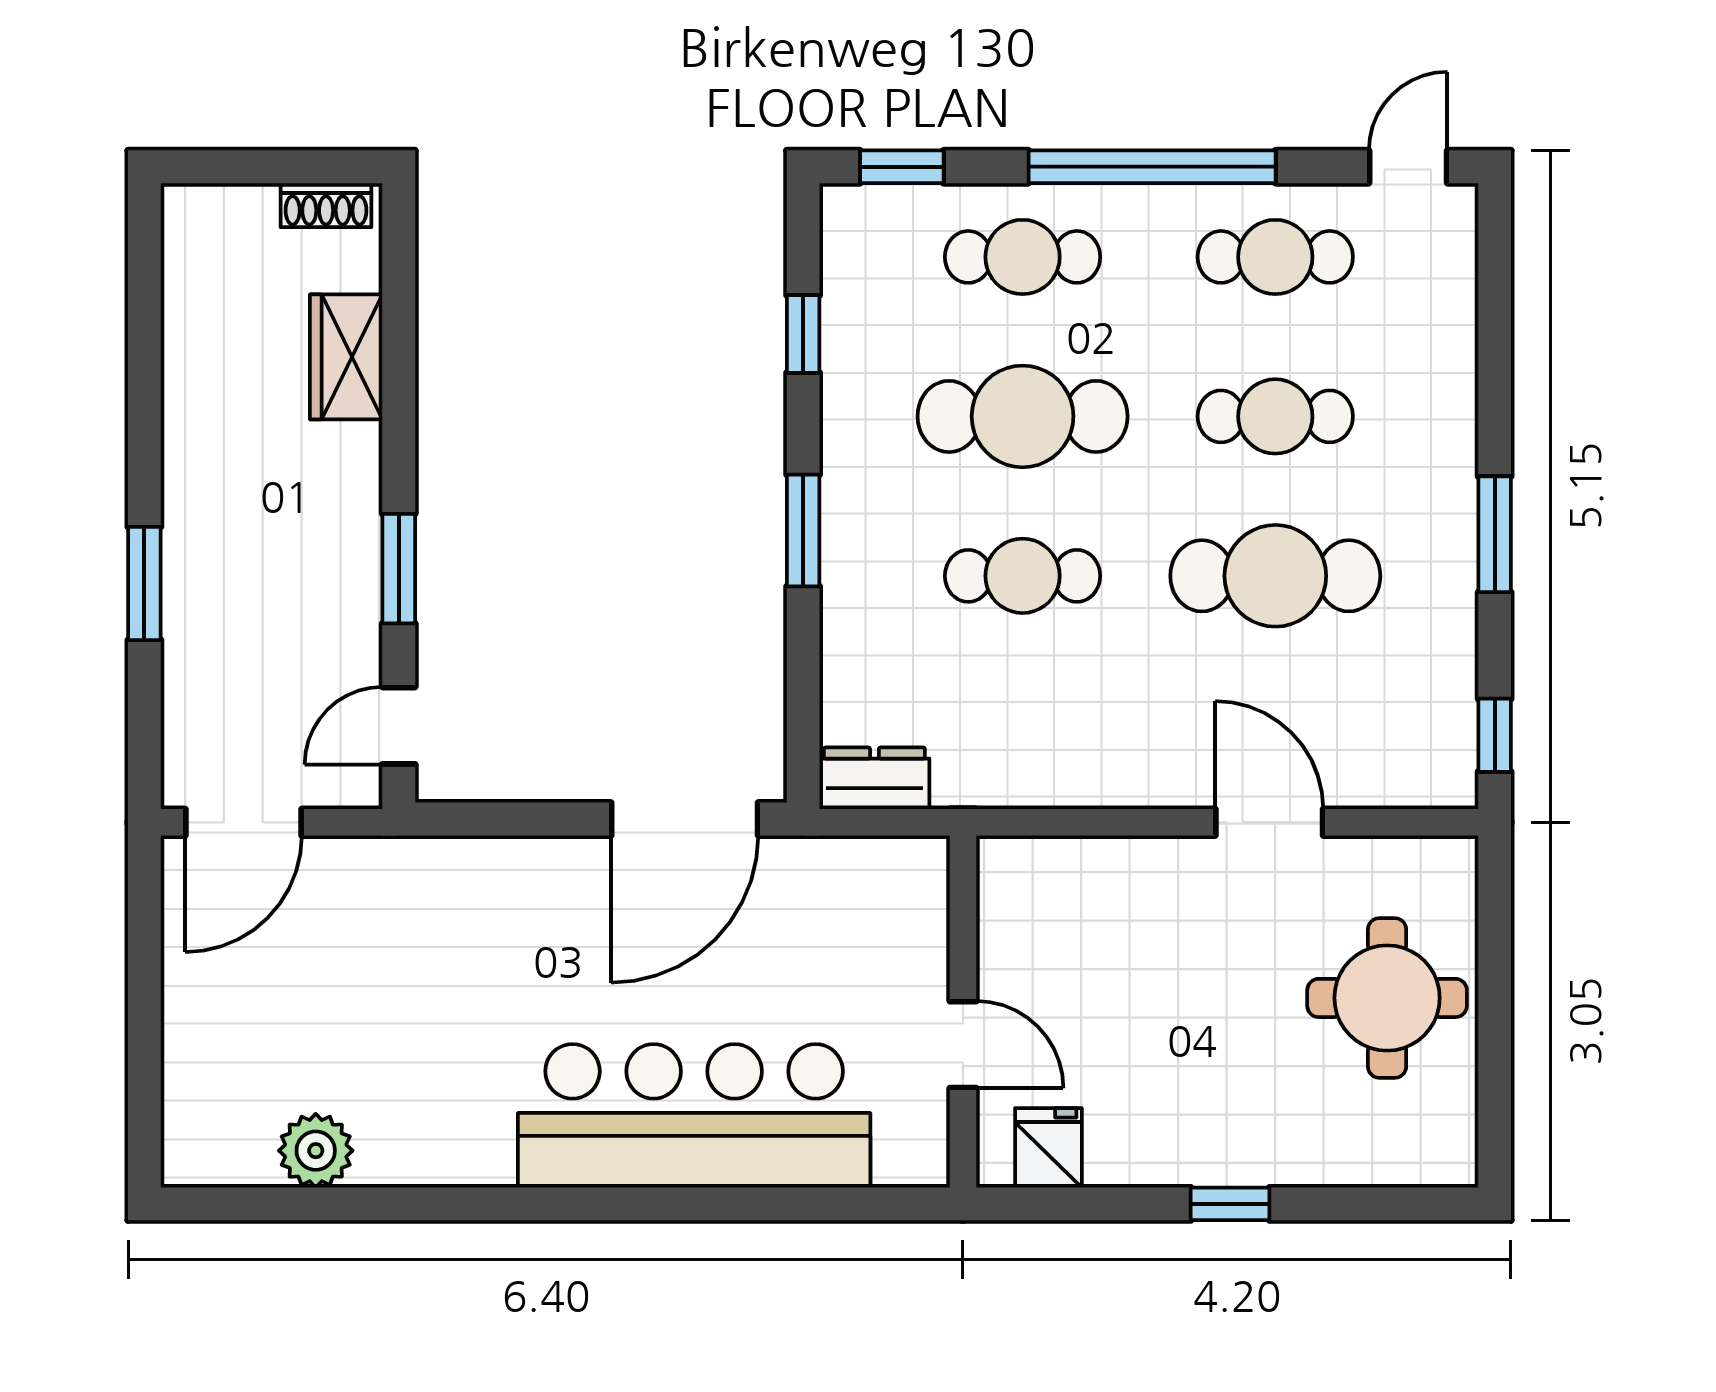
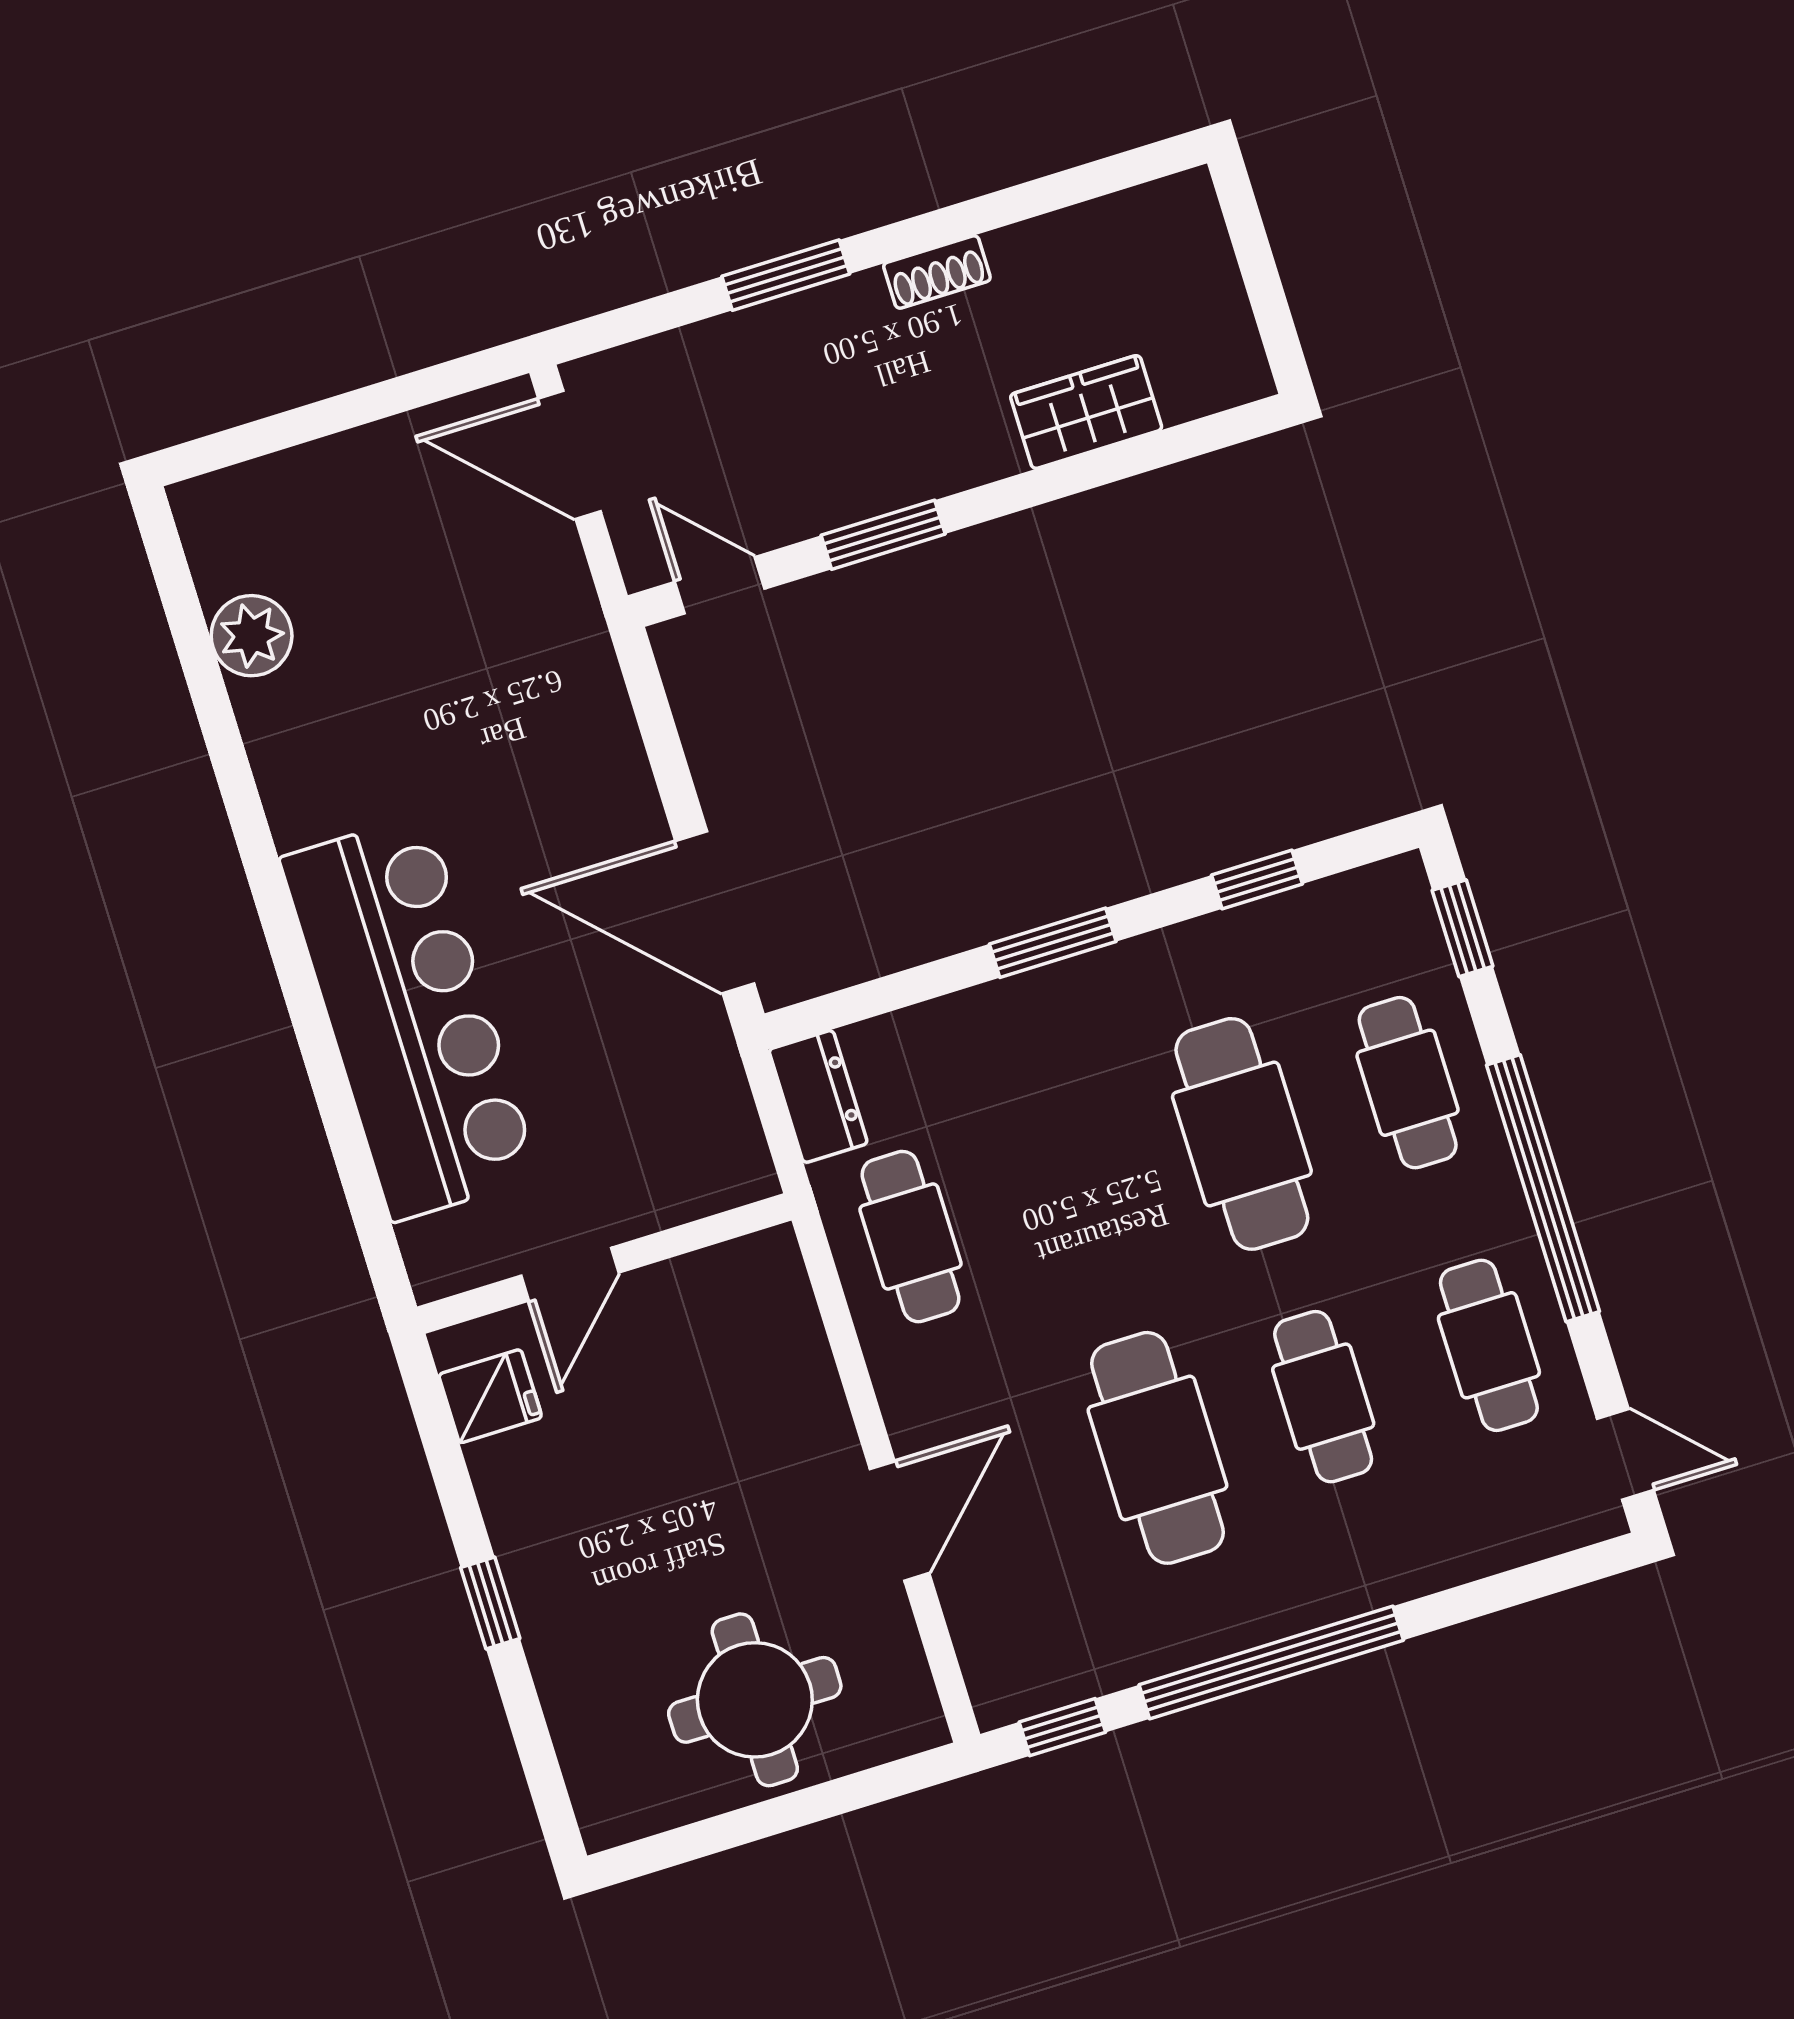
shoe rack: (326, 205) -> (937, 272), moved, turned -90
window: (1495, 534) -> (1271, 1662), width x2.11
cafe table: (1023, 576) -> (910, 1237), moved

